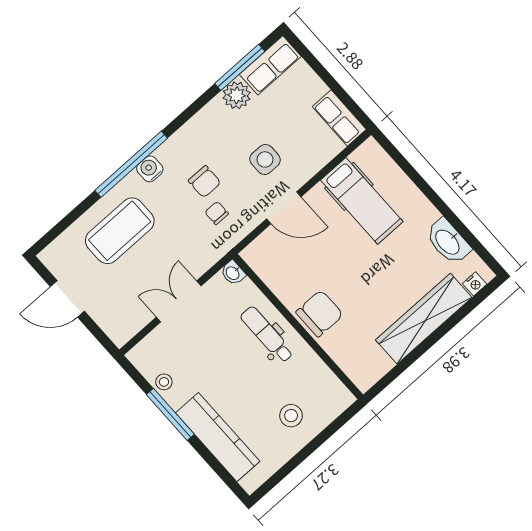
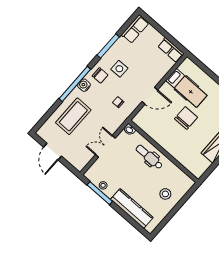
window: (240, 67) -> (108, 46), moved
plant: (237, 95) -> (121, 45), removed
side table: (265, 159) -> (119, 69), moved
chair: (205, 182) -> (100, 75), moved
door: (67, 299) -> (52, 152), hinge flipped
chair: (320, 313) -> (186, 118), moved
window: (170, 414) -> (100, 193), moved

